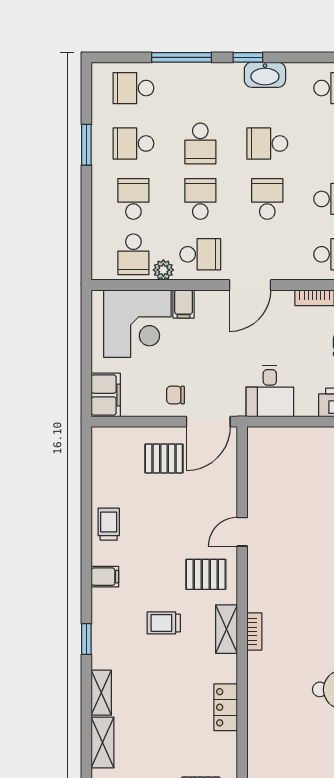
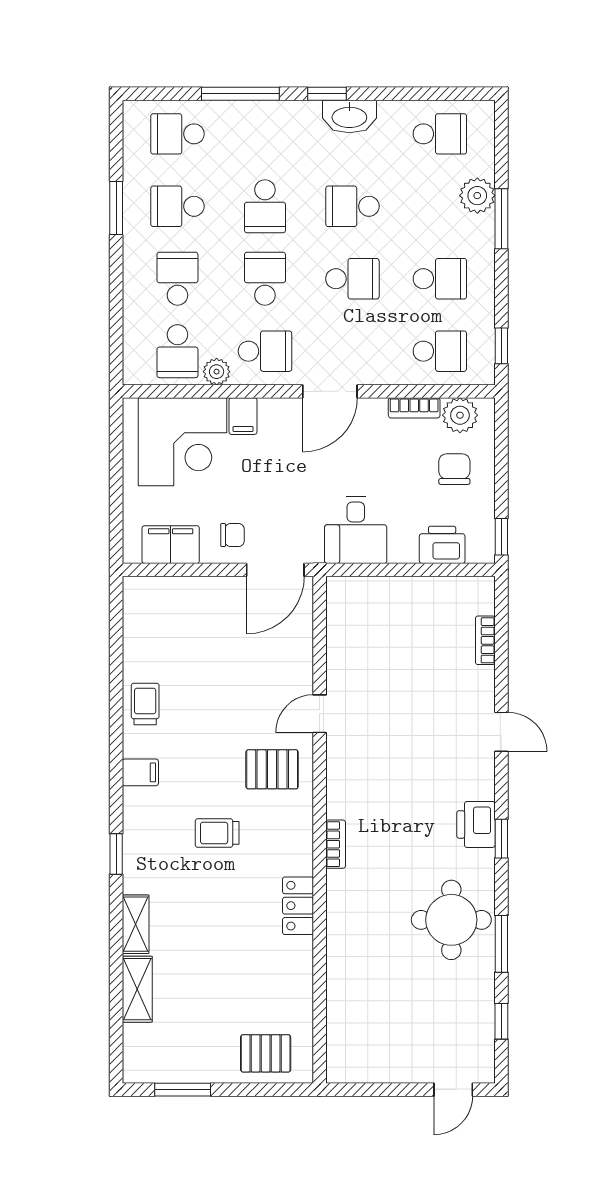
school desk: (267, 199) -> (352, 279), turned 90
filing cabinet: (106, 395) -> (171, 545), moved, turned -90
chair: (175, 395) -> (232, 535), turned 180
pallet: (164, 458) -> (217, 618), removed
shelving: (226, 629) -> (299, 841), removed
locker: (226, 707) -> (298, 906), moved

